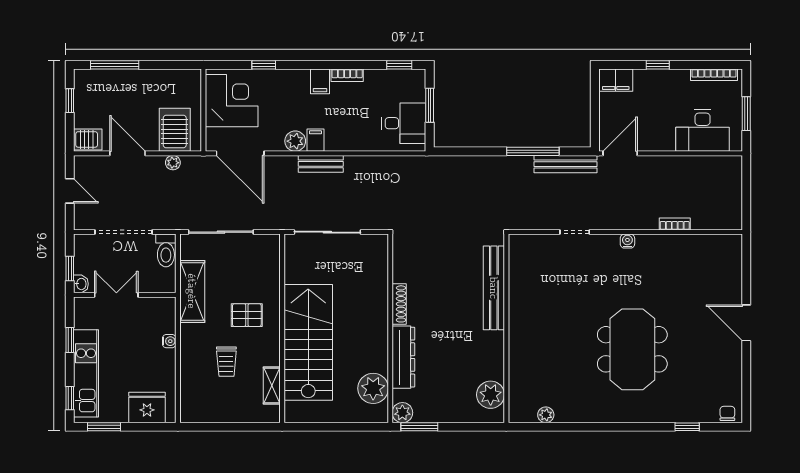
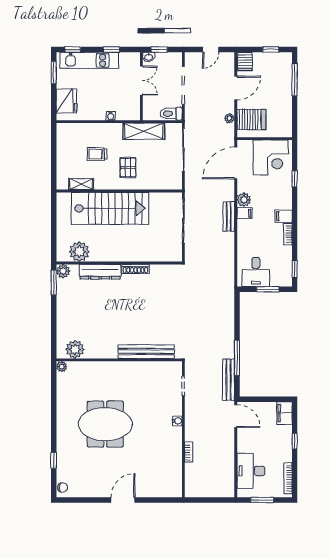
bench: (494, 288) -> (146, 352), moved
wall: (506, 328) -> (119, 360), moved
plant: (491, 395) -> (75, 349), moved

